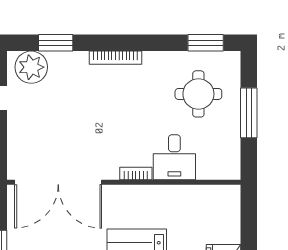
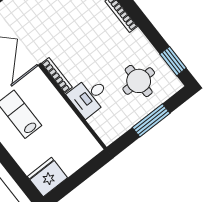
bookcase: (136, 173) -> (57, 75), width x1.56

